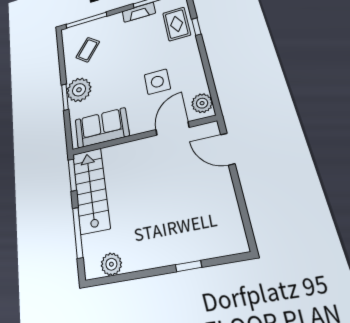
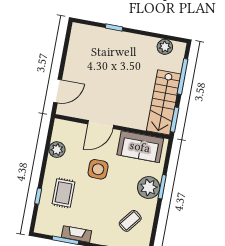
rug: (177, 24) -> (63, 193), moved
side table: (157, 82) -> (98, 169), moved
plant: (202, 103) -> (57, 150), moved
door: (172, 128) -> (101, 125), moved
door: (228, 149) -> (58, 91), hinge flipped

